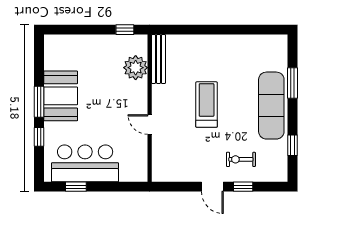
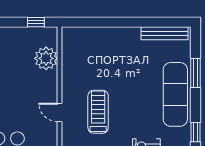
bench: (158, 59) -> (164, 33), moved, turned 90
treadmill: (207, 105) -> (98, 112), moved

